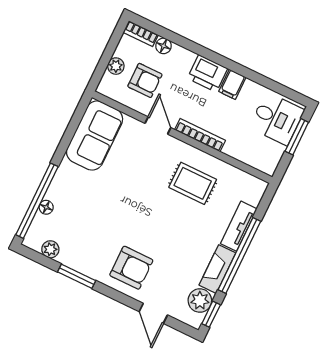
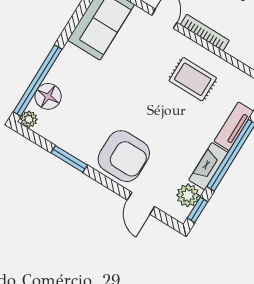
floor lamp: (46, 207) -> (48, 96), width x1.89, depth x1.89
plant: (50, 249) -> (29, 119), moved
armchair: (131, 268) -> (124, 156), width x1.36, depth x1.36

